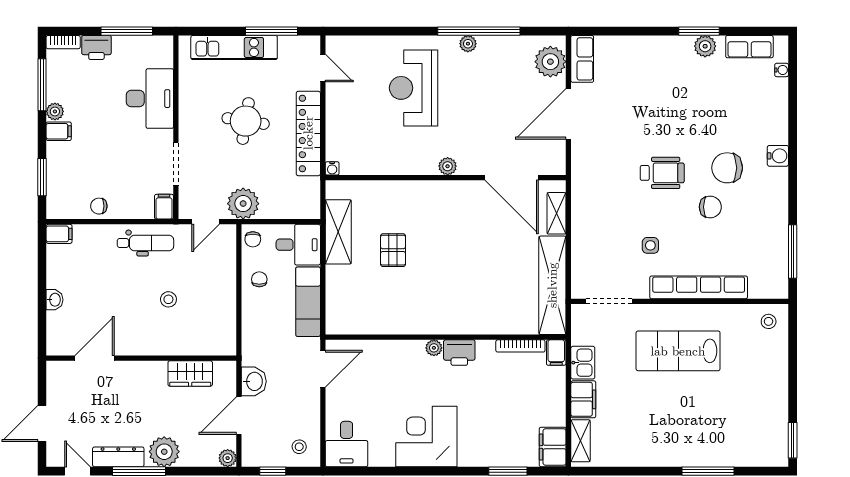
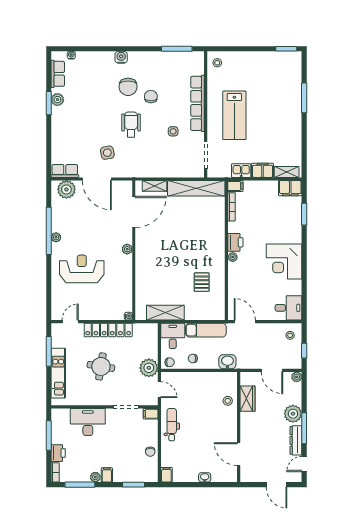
reception desk: (414, 88) -> (82, 269), turned 180
side table: (614, 132) -> (107, 153), added
pallet: (393, 250) -> (202, 282), moved, turned 90
stool: (168, 299) -> (228, 401), moved
washbasin: (254, 381) -> (227, 362), moved

